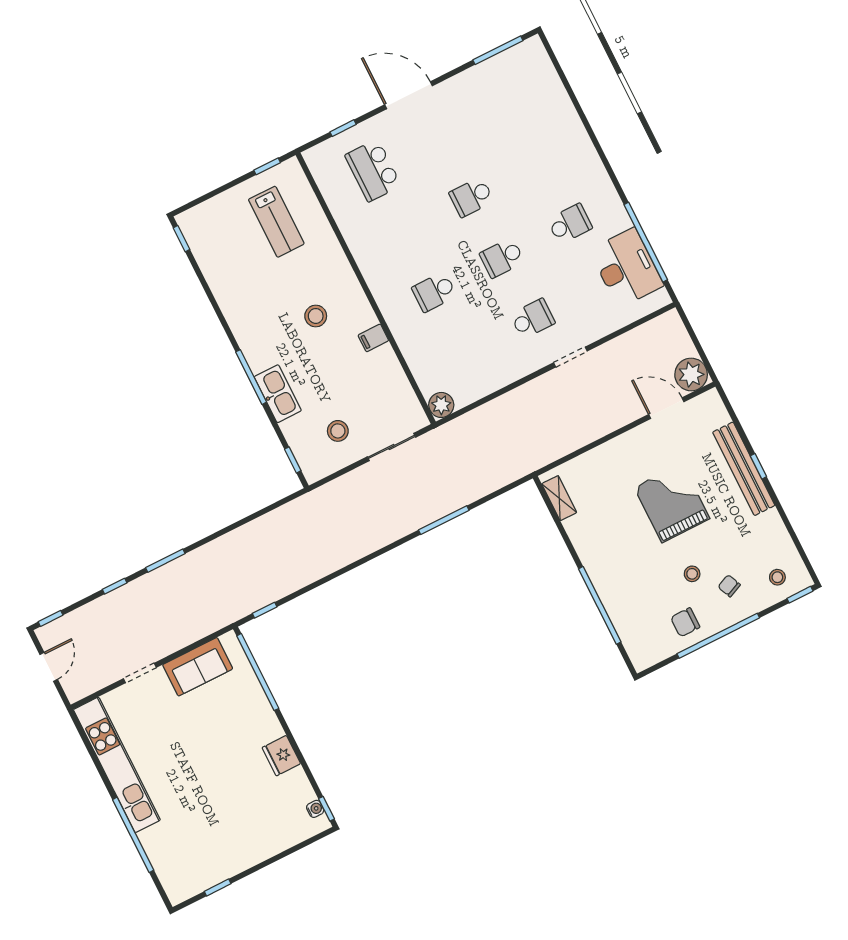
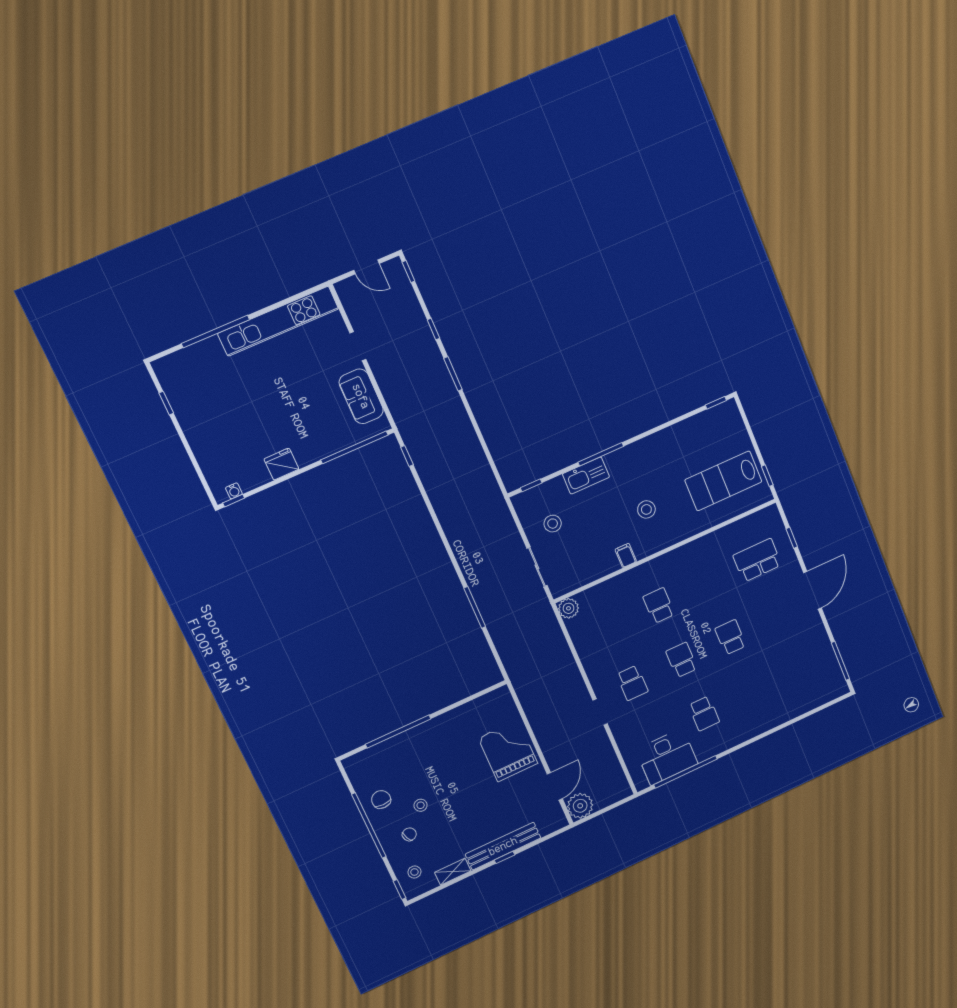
lab bench: (276, 222) -> (723, 481), width x1.36, depth x1.39
shelving: (559, 498) -> (453, 872), moved
grand piano: (672, 503) -> (508, 751), moved, turned -90

